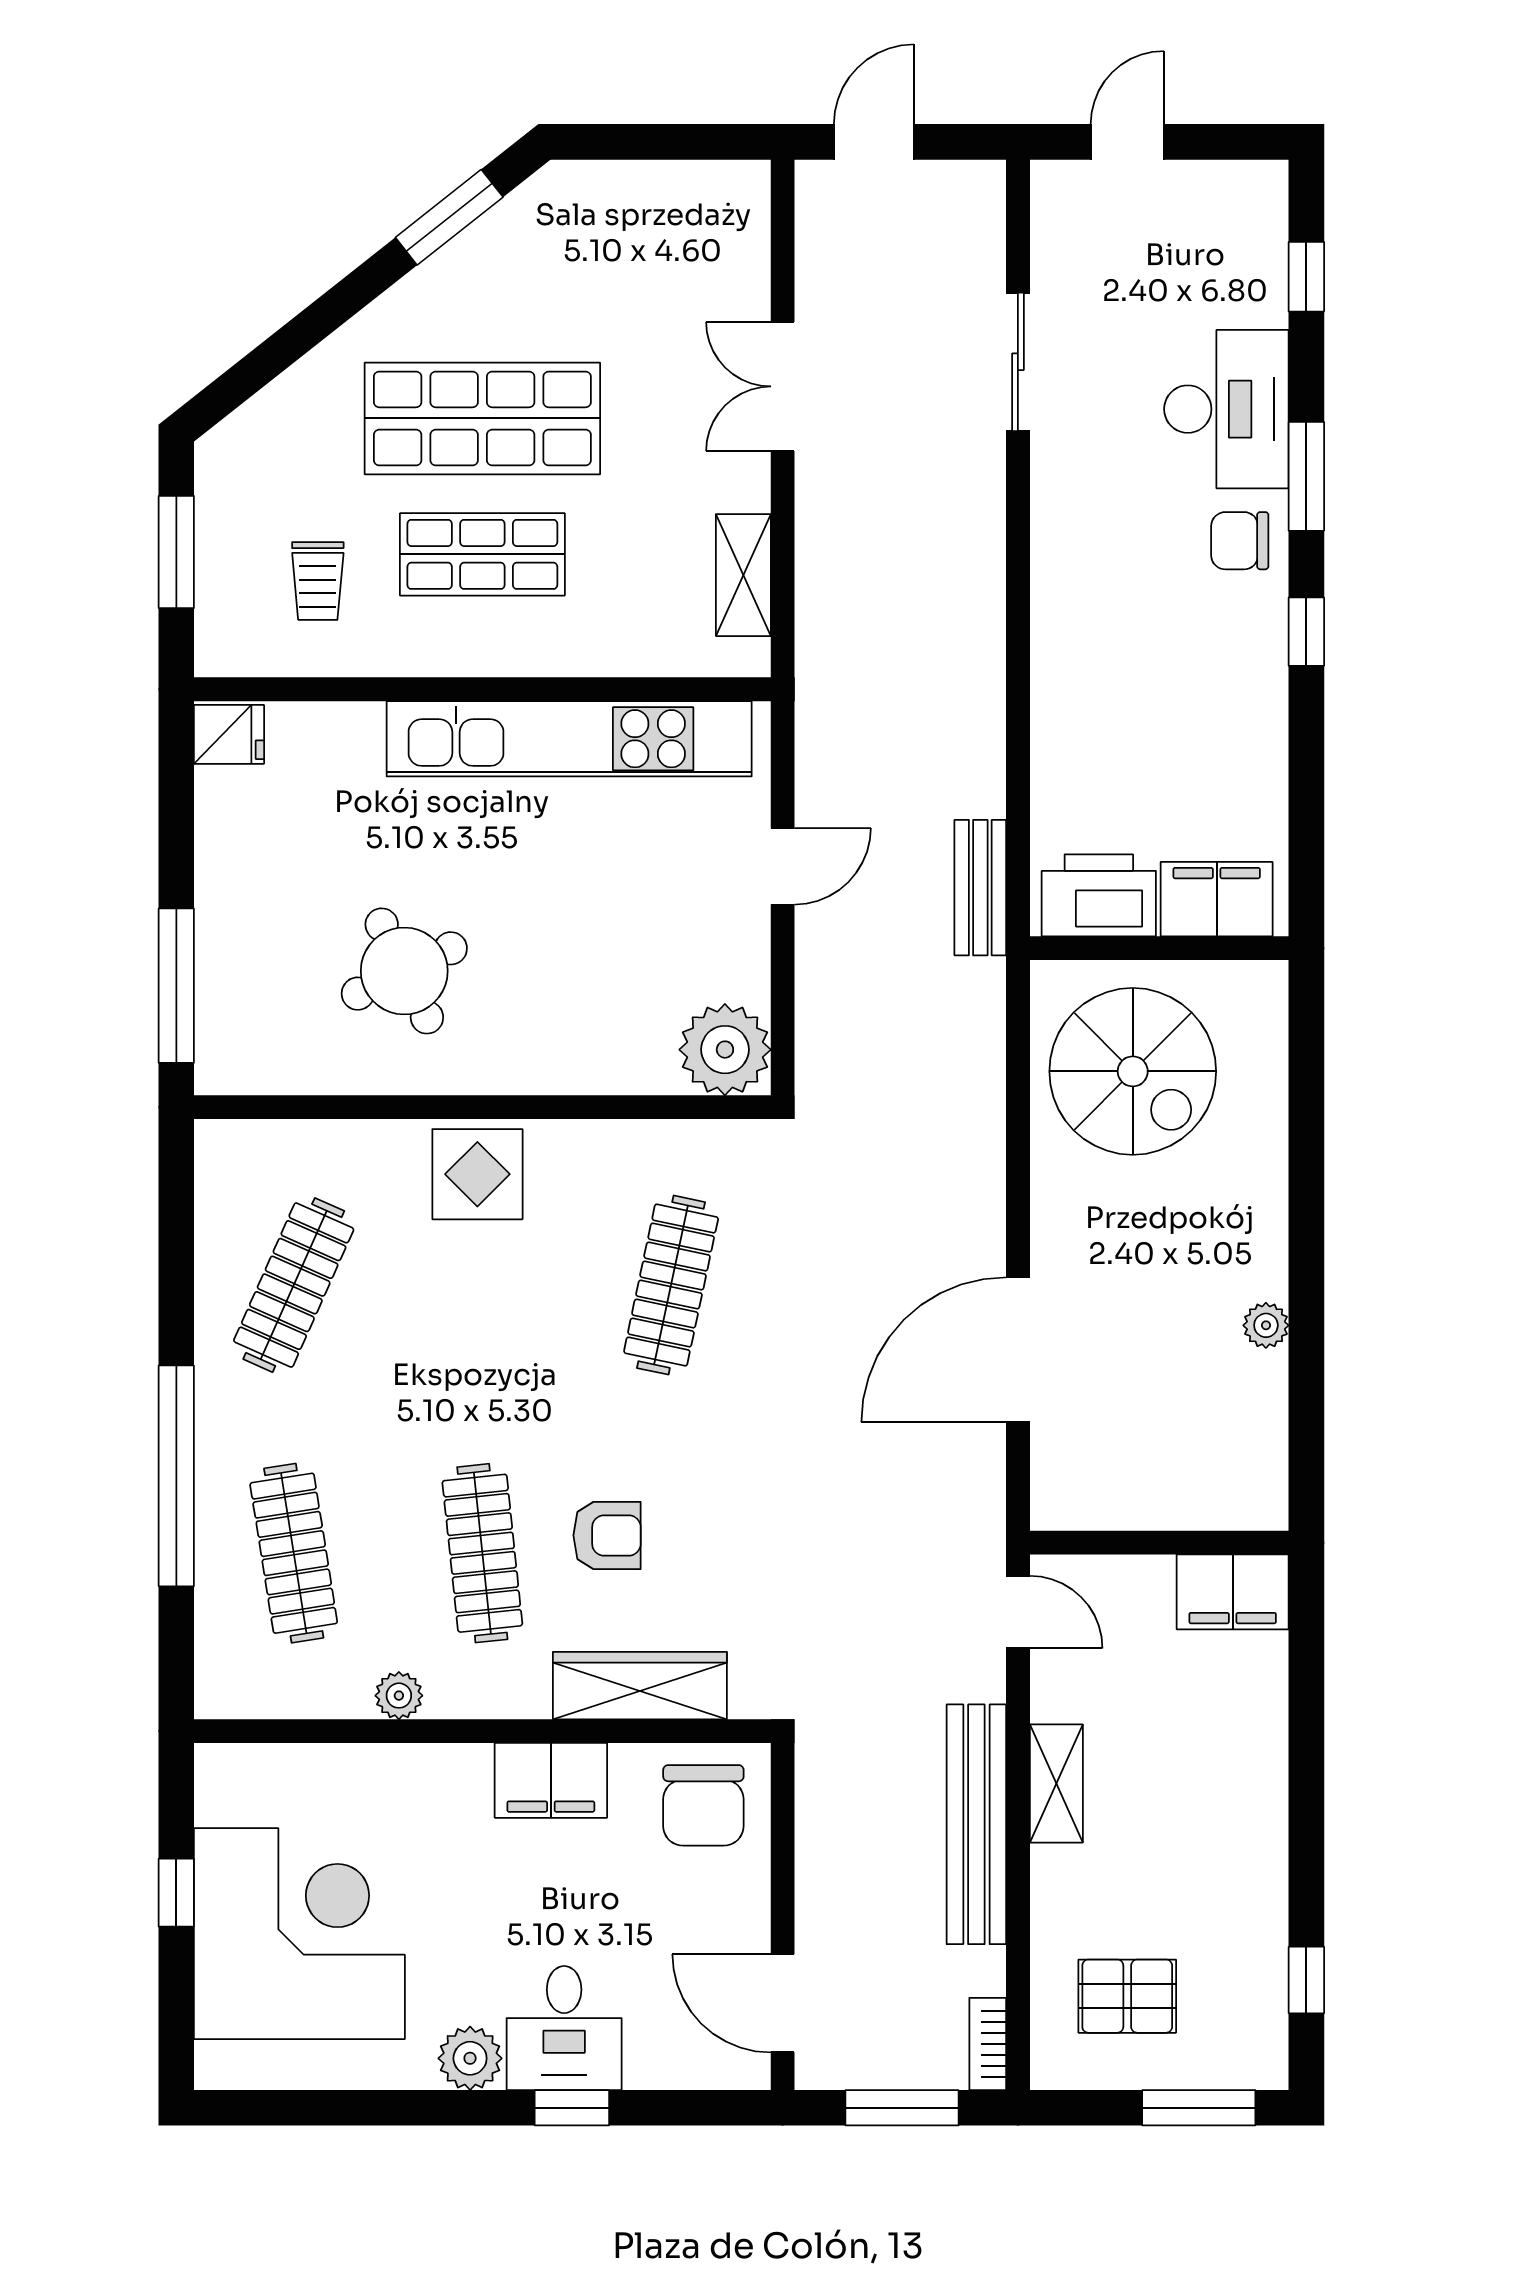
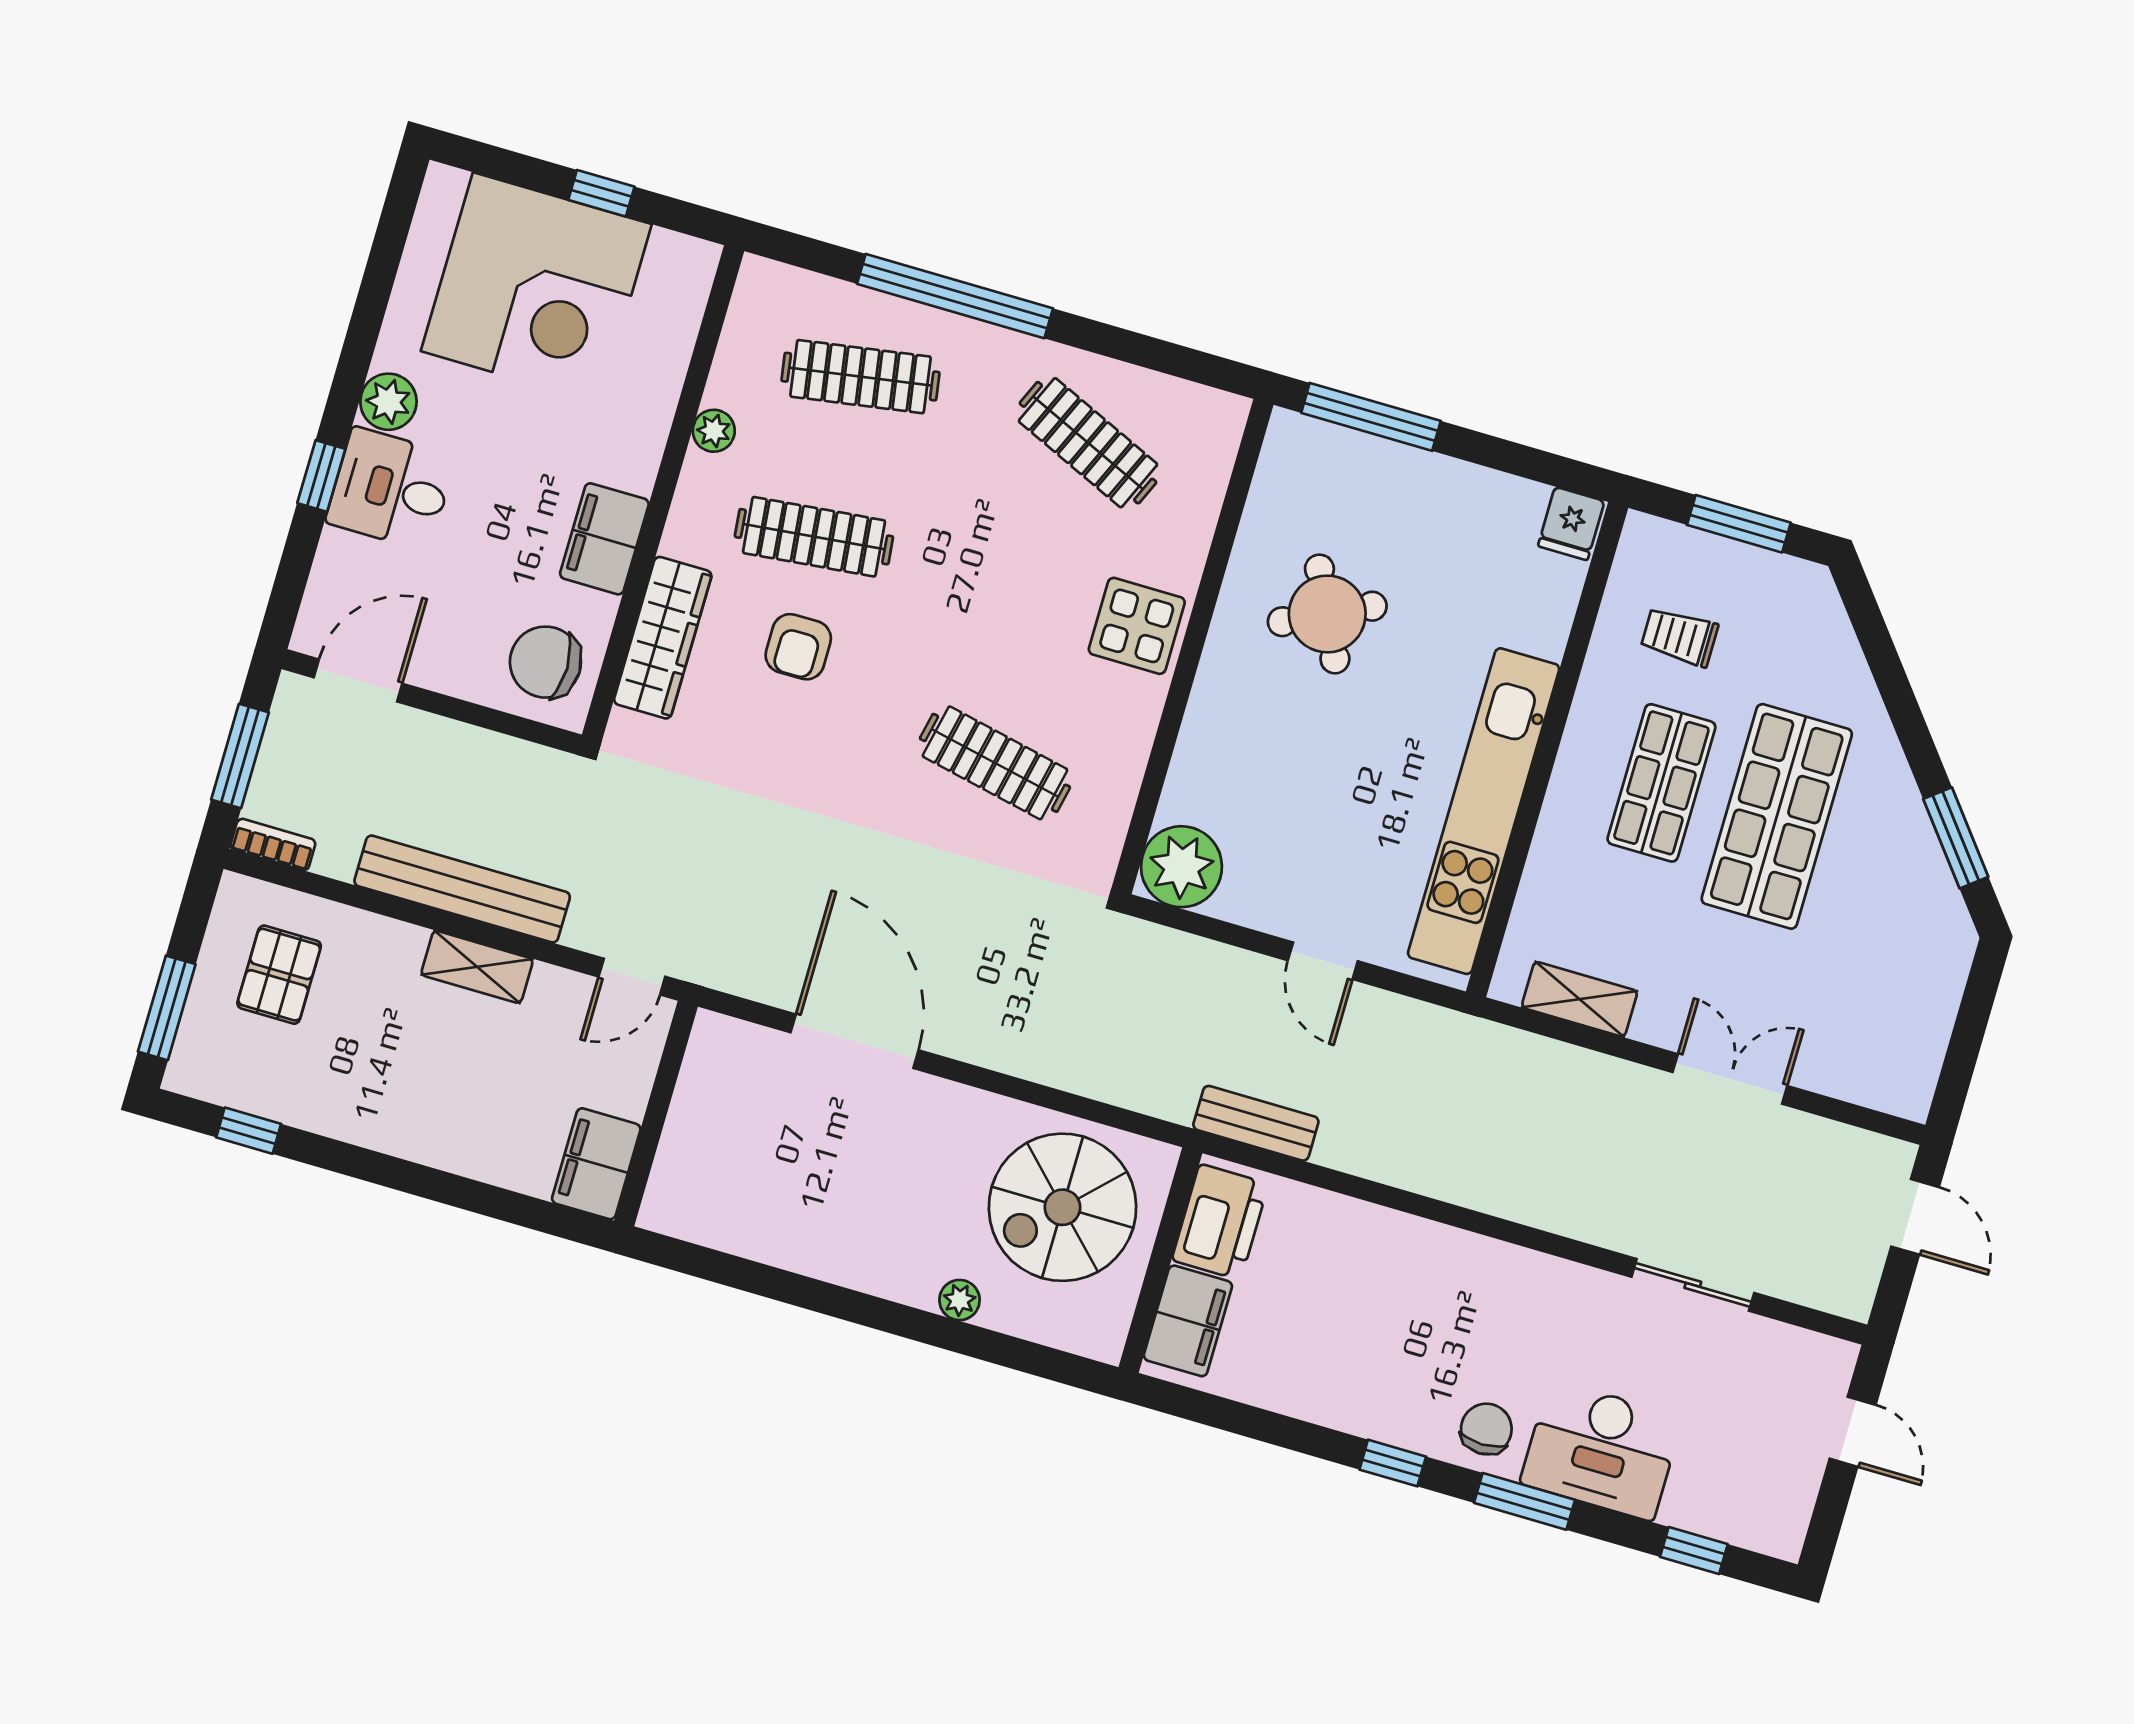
plant: (1266, 1325) -> (960, 1300), moved

